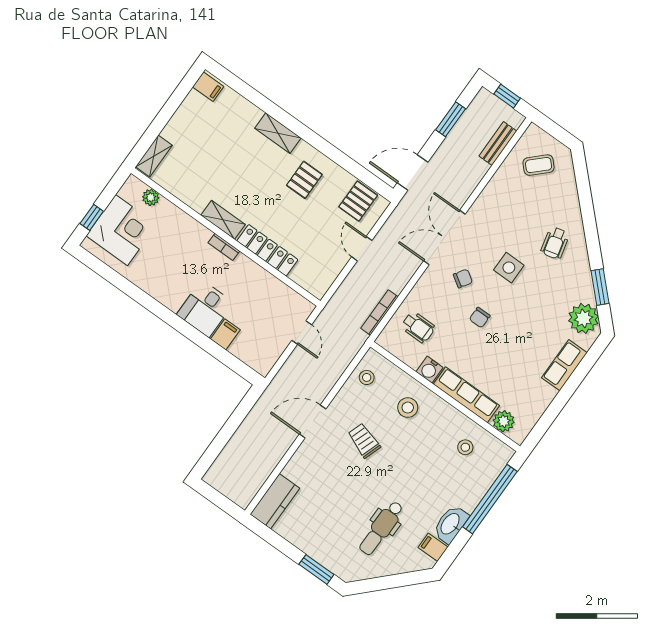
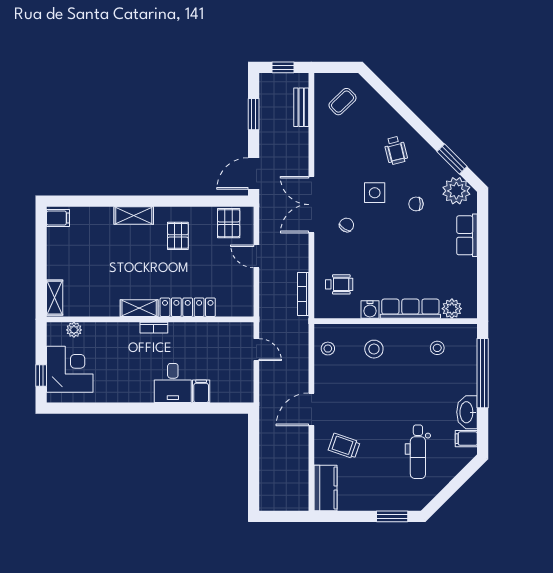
chair: (480, 318) -> (416, 204), moved, turned 90
trolley: (364, 441) -> (344, 446), moved

